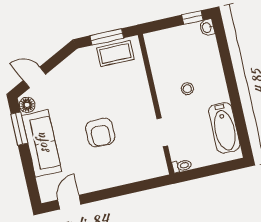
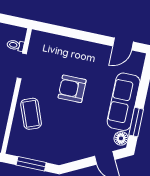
coffee table: (115, 54) -> (31, 114), moved, turned 69
armchair: (100, 133) -> (72, 89), turned -90
toilet: (182, 166) -> (15, 45), moved

